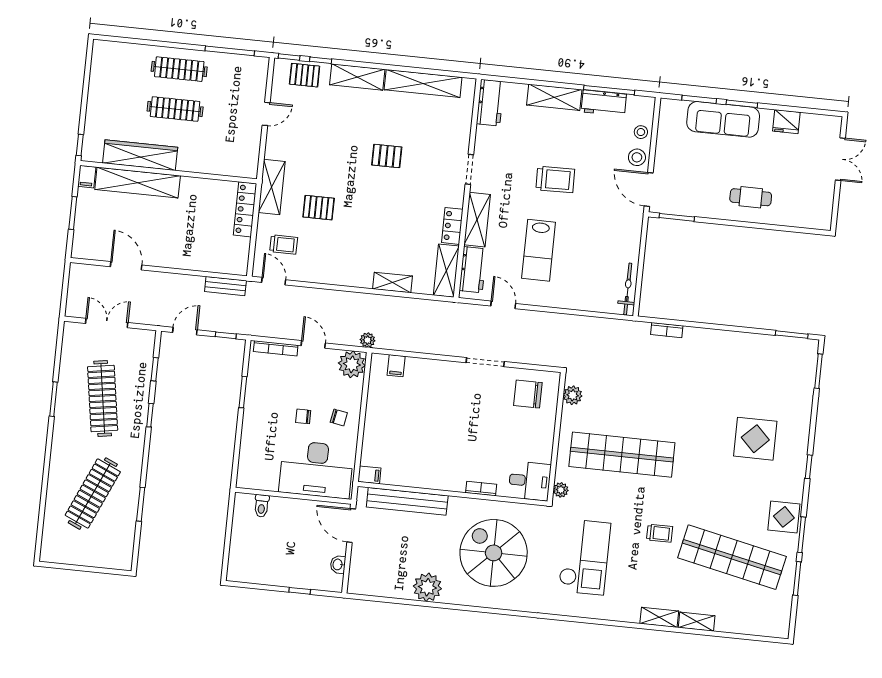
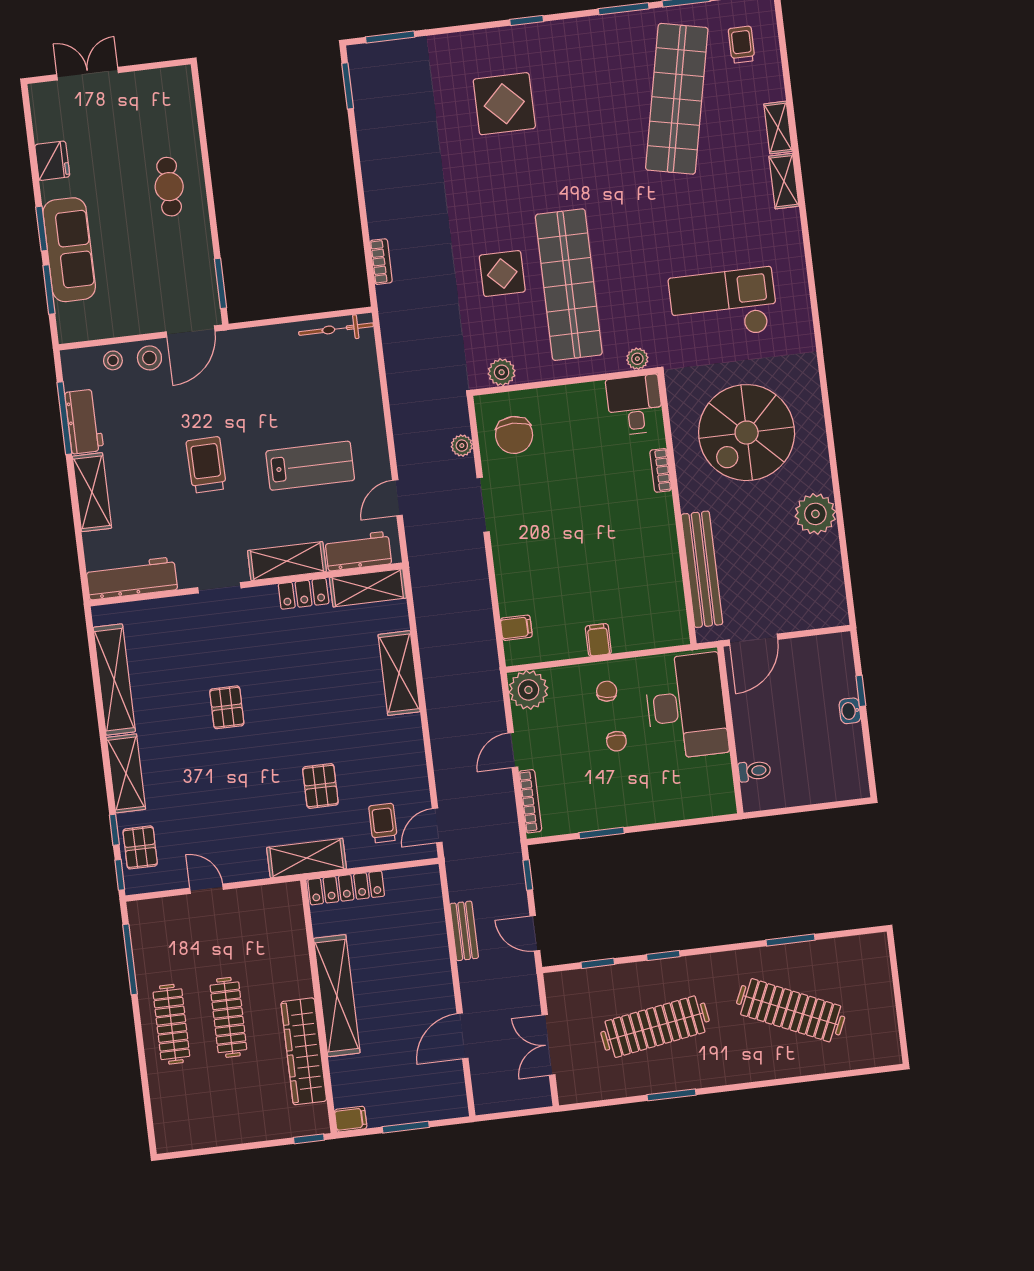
workbench: (490, 103) -> (132, 578), width x1.38
shelving: (138, 183) -> (337, 996), moved
shelving: (393, 283) -> (399, 673), width x1.50, depth x1.33
bench: (225, 286) -> (464, 931), moved
plant: (367, 340) -> (462, 446), moved
filing cabinet: (369, 475) -> (598, 640), moved
display table: (784, 517) -> (502, 274), moved
trolley: (660, 533) -> (742, 45), moved
washbasin: (338, 565) -> (850, 711), moved, turned 90

